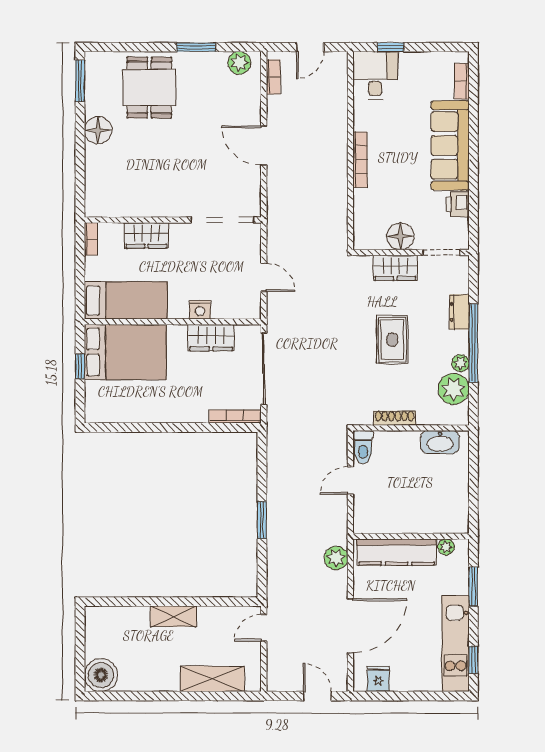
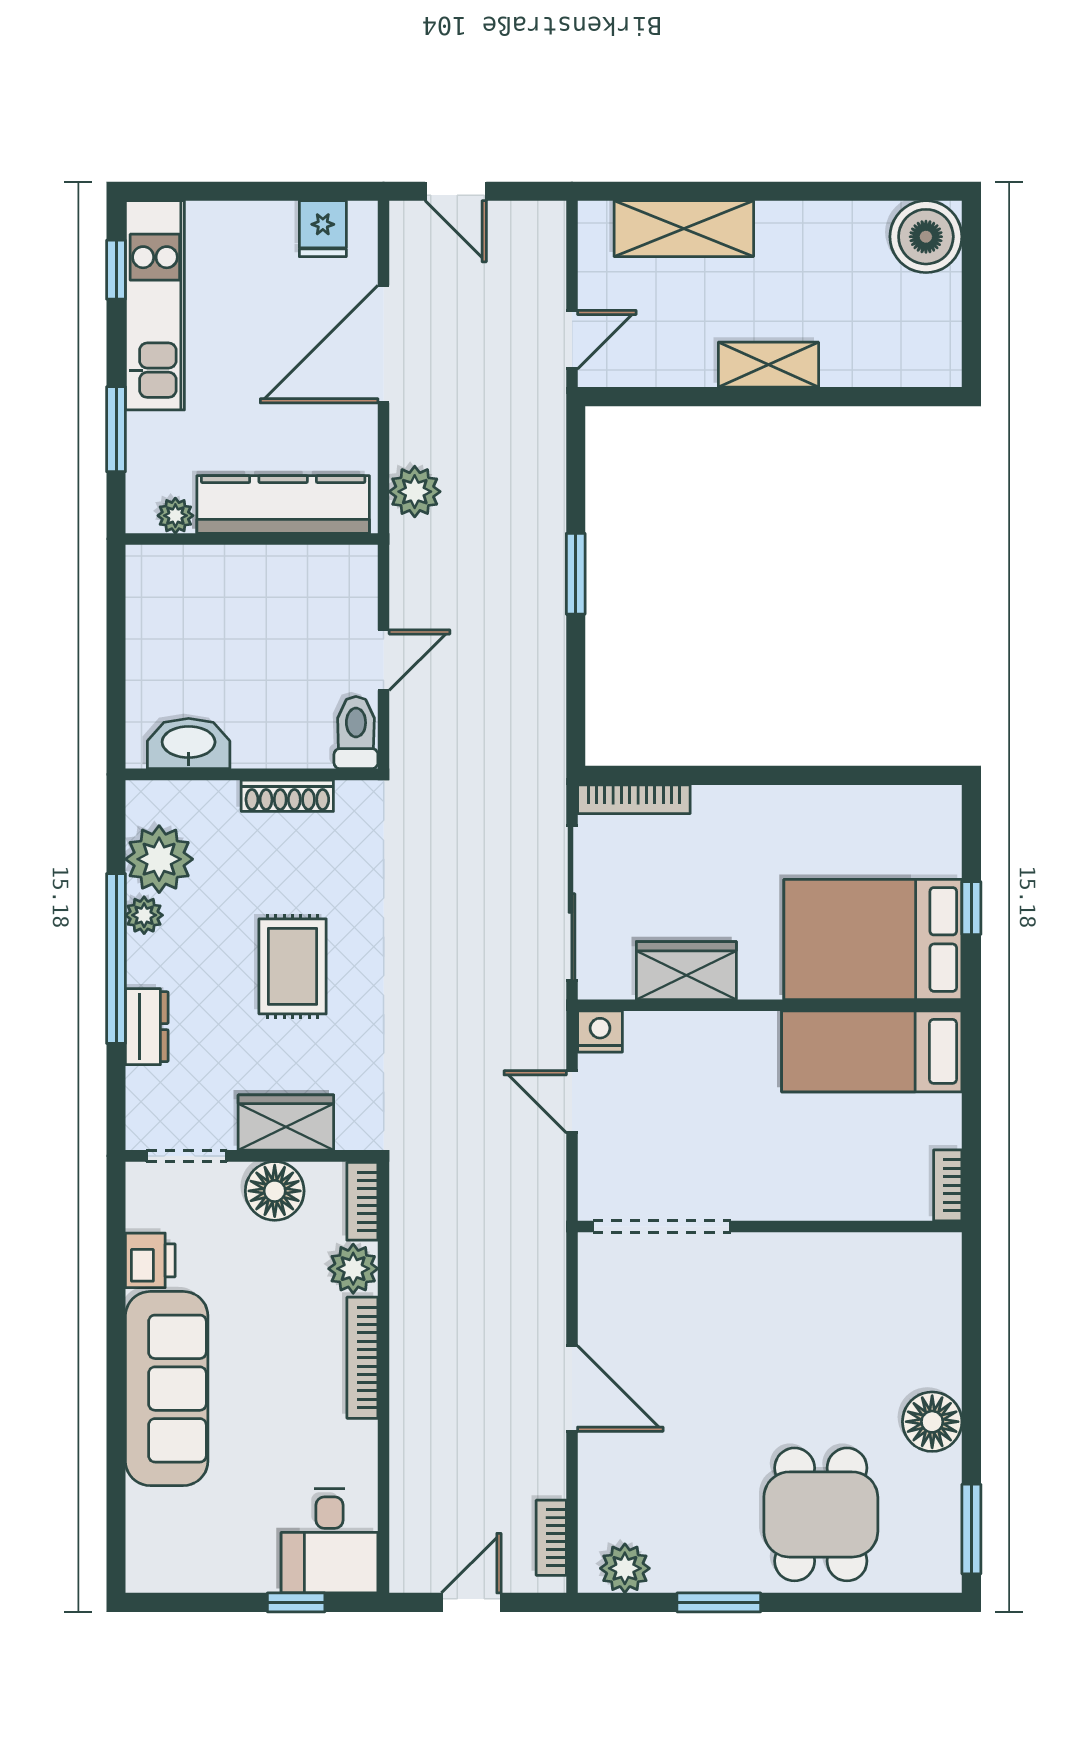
bookcase: (462, 81) -> (362, 1201), moved, turned 180
plant: (364, 201) -> (353, 1269), added
wardrobe: (146, 235) -> (827, 1193), removed
nightstand: (200, 310) -> (600, 1031), moved

